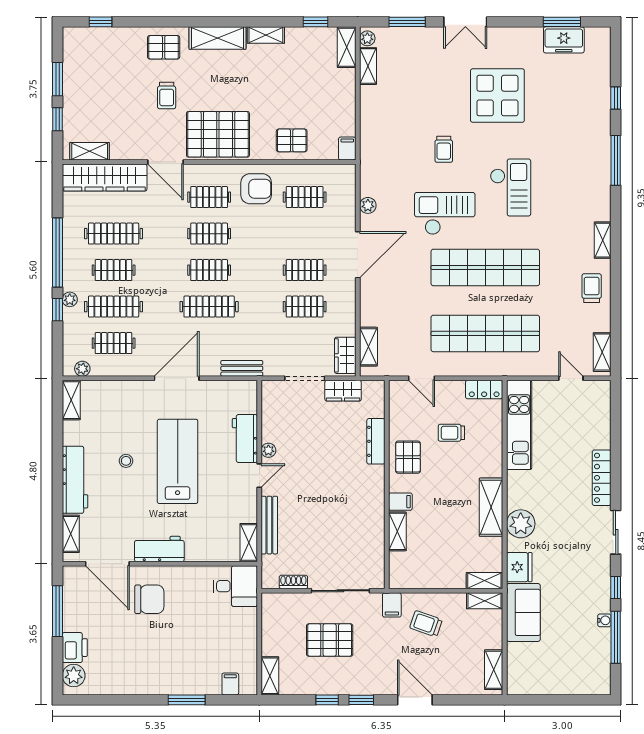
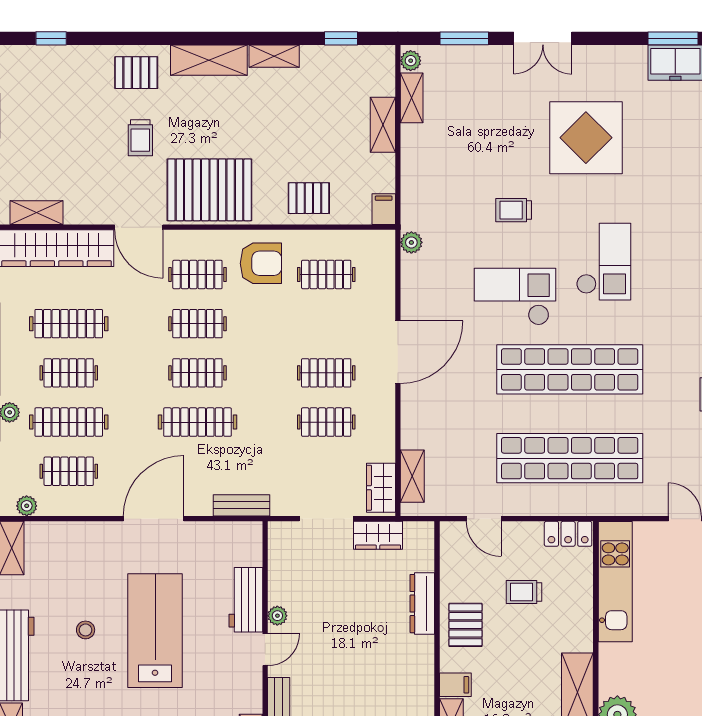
shelving: (347, 47) -> (383, 125), moved
trolley: (444, 149) -> (514, 210), turned 90
plant: (368, 205) -> (411, 242), moved

